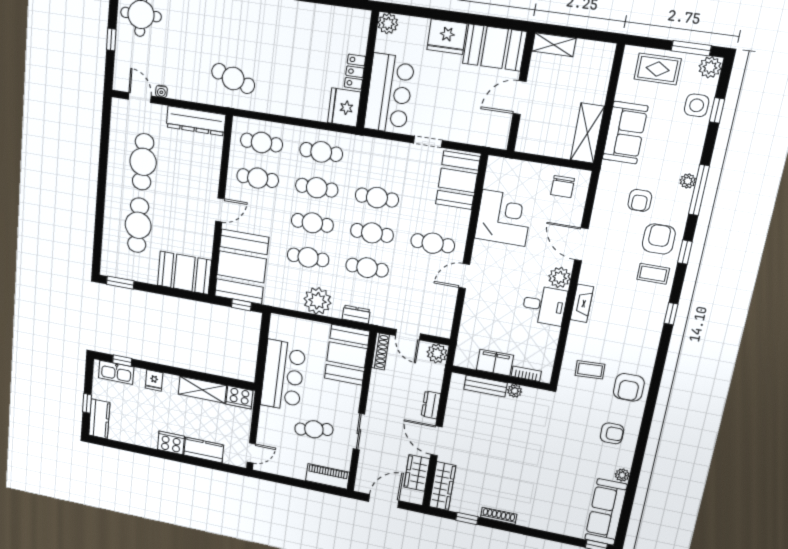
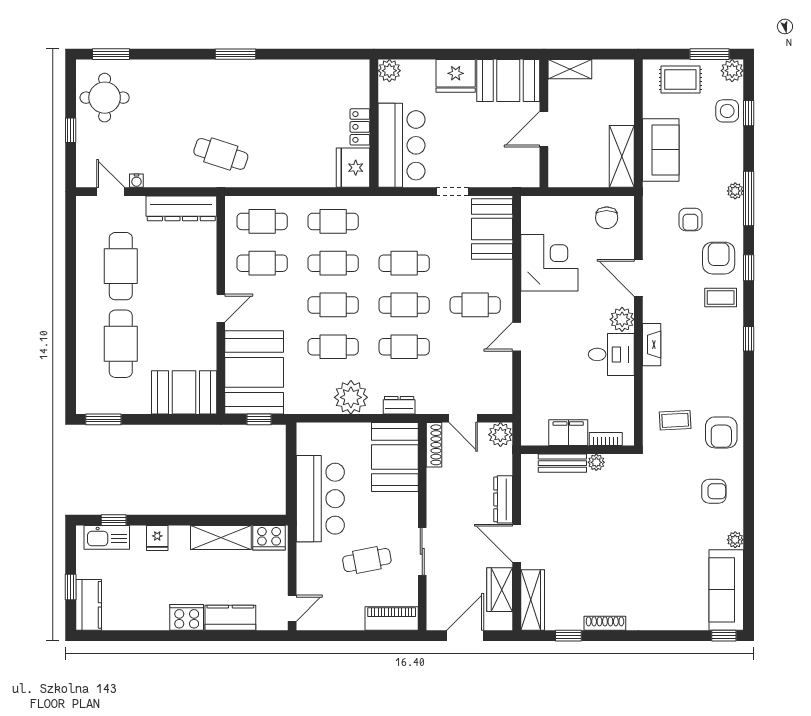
dresser: (431, 405) -> (503, 499), width x1.44

